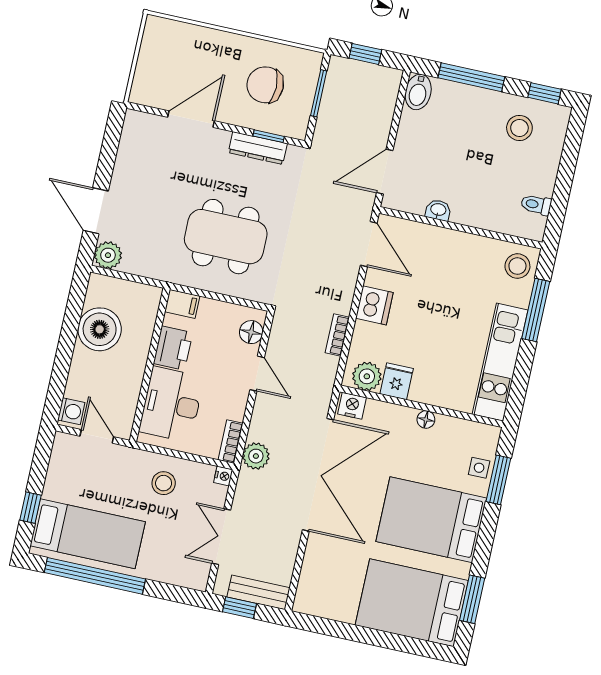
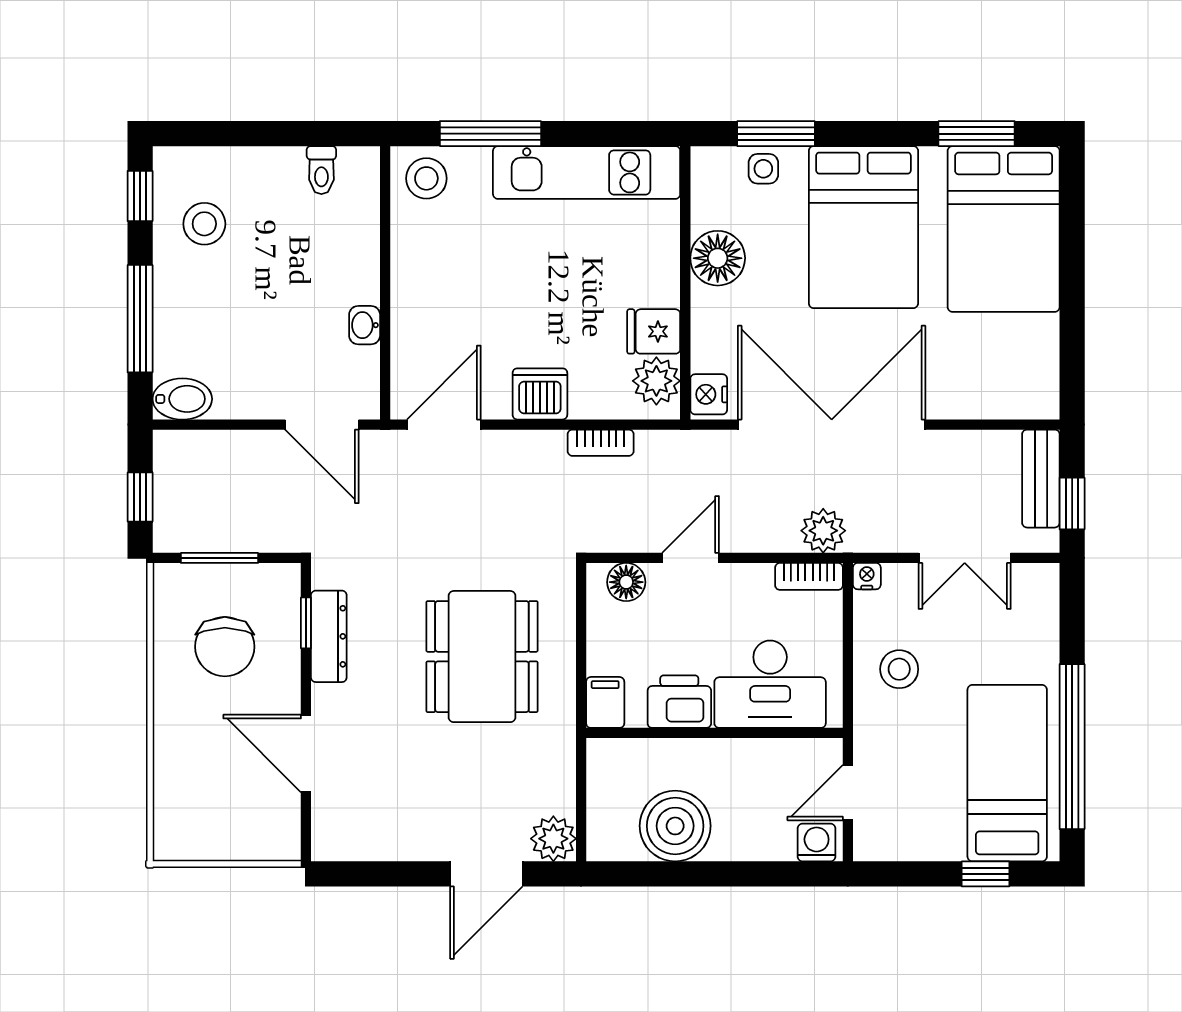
floor lamp: (426, 420) -> (718, 258), width x1.89, depth x1.89

